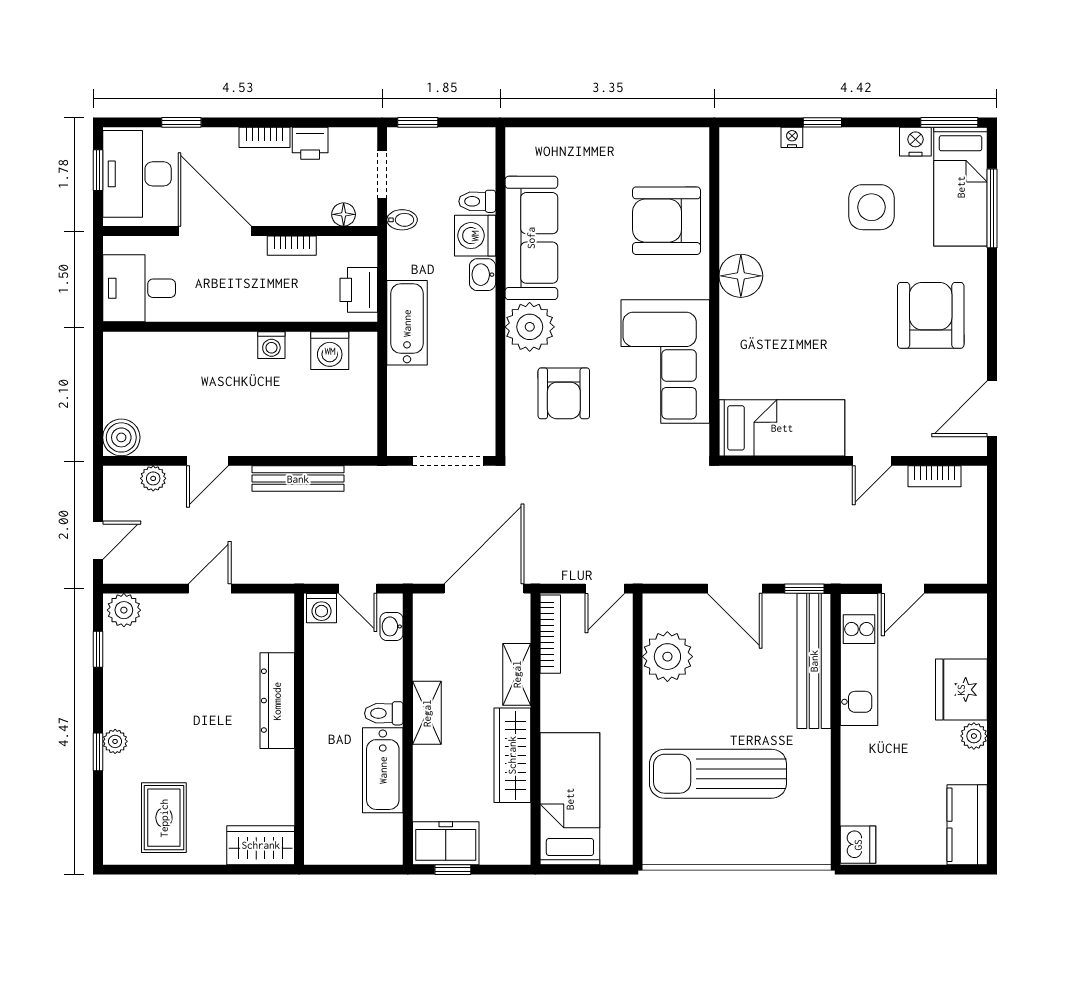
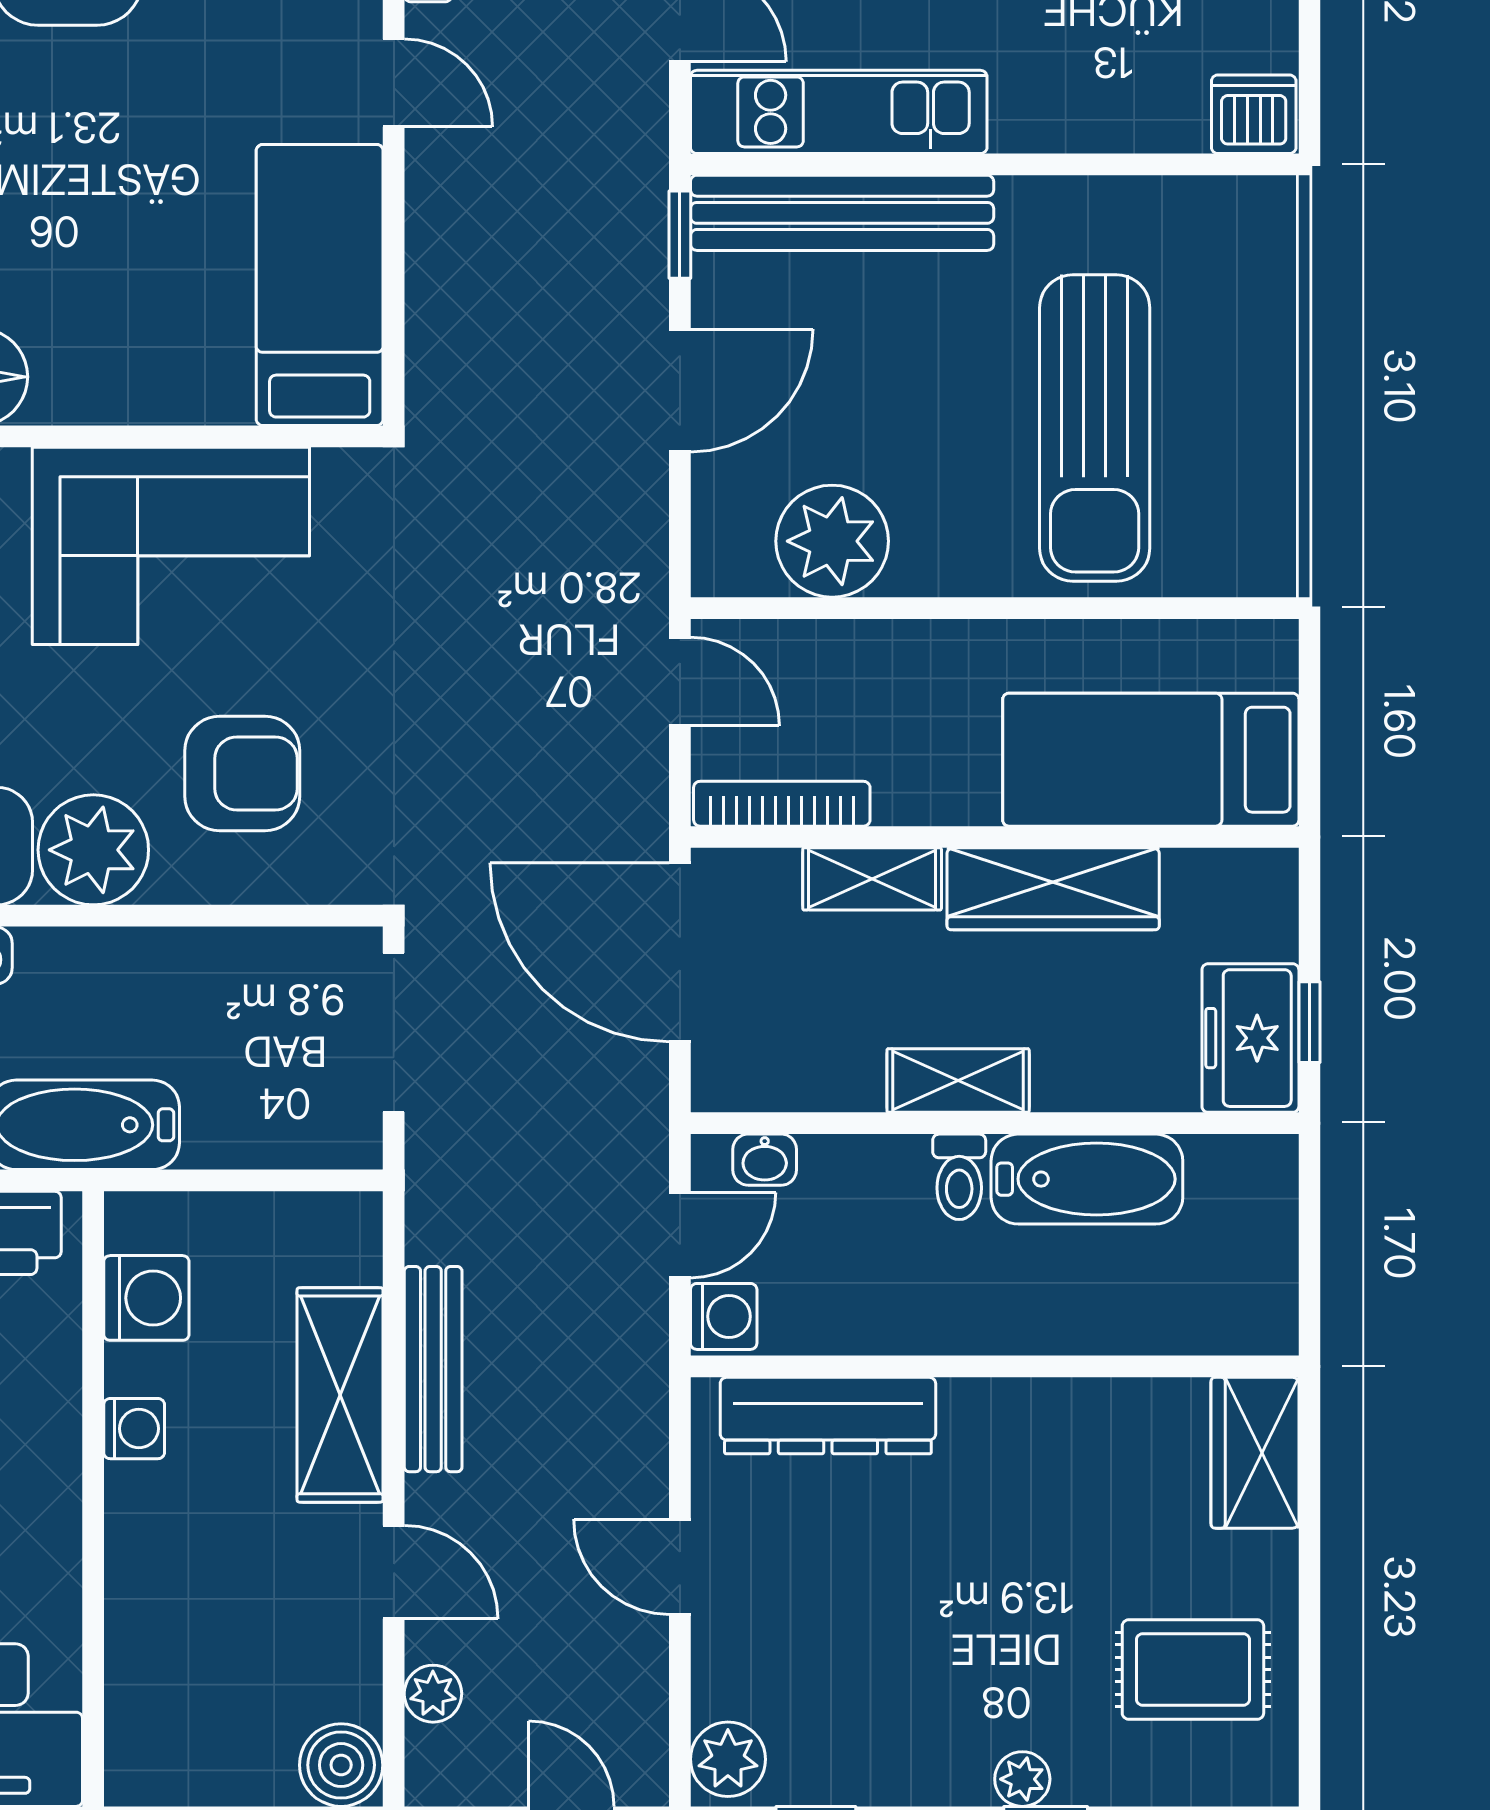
shelving: (286, 437) -> (340, 1395), added
dresser: (277, 701) -> (828, 1416), moved

